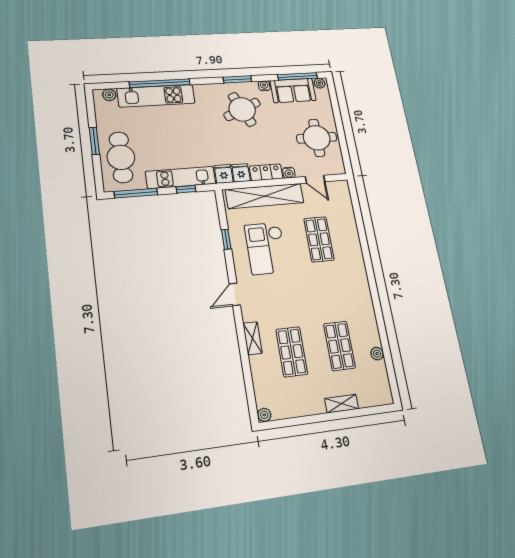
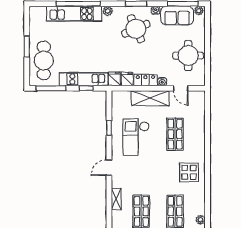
plant: (109, 95) -> (108, 11), moved
shelving: (265, 196) -> (150, 98), width x0.68
display table: (348, 289) -> (189, 172), added

